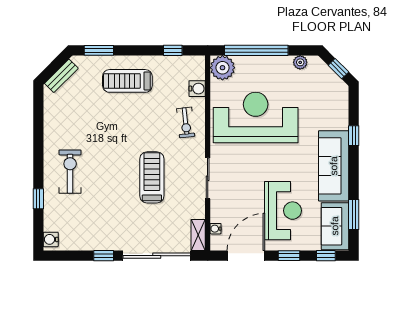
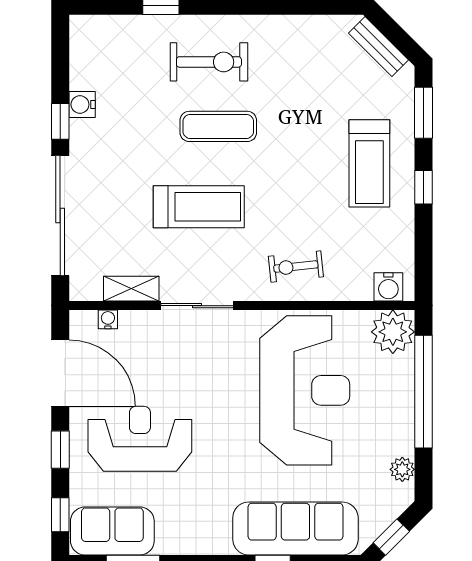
window: (173, 50) -> (423, 187), moved
treadmill: (127, 81) -> (369, 163), turned 180
water cooler: (197, 89) -> (388, 287), moved
exercise mat: (107, 166) -> (218, 126), added
sofa: (334, 166) -> (295, 529), moved
reception desk: (283, 211) -> (140, 439), turned 180
shelving: (198, 235) -> (131, 289), moved
water cooler: (51, 239) -> (82, 104), moved, turned -90

